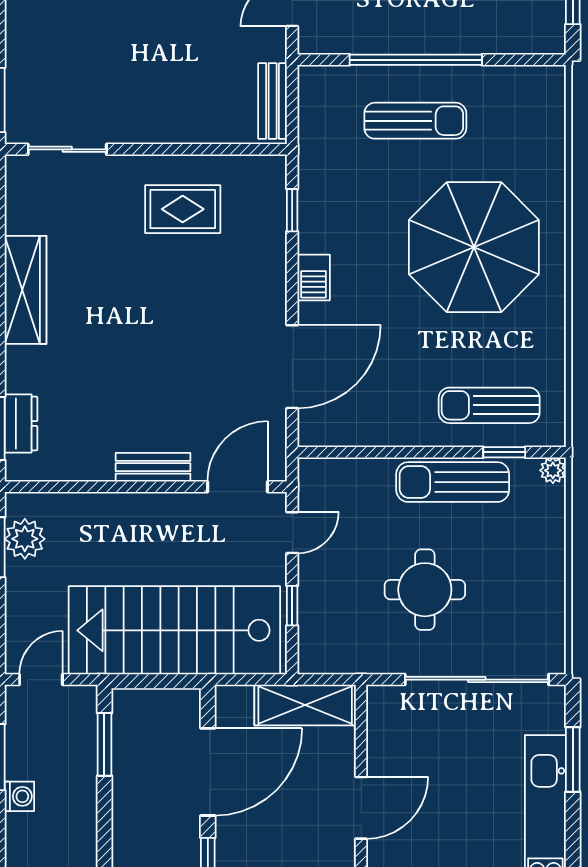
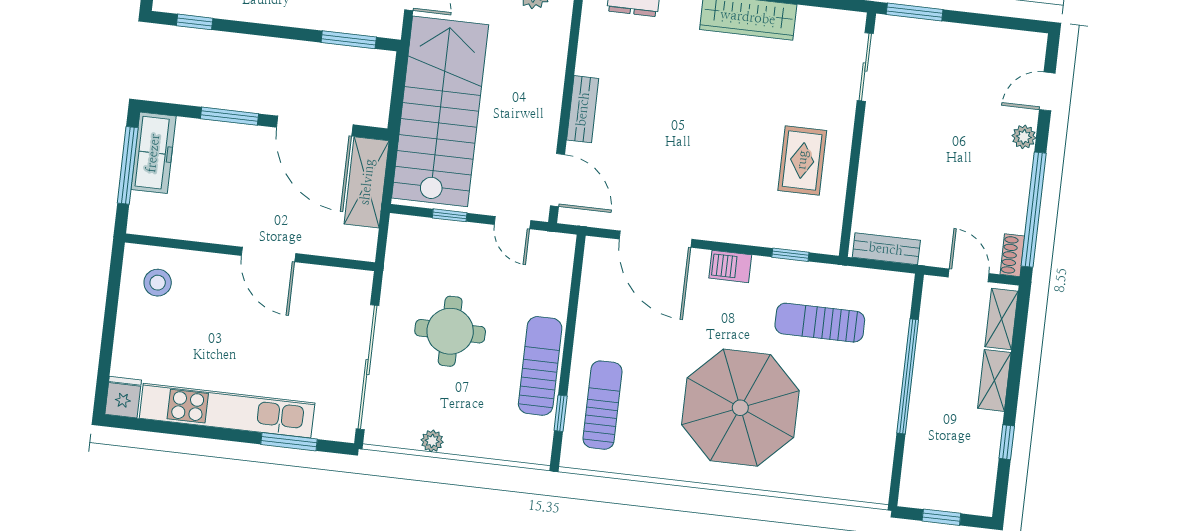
sun lounger: (415, 121) -> (820, 323), moved, turned 90
plant: (553, 470) -> (432, 441), moved
shelving: (305, 705) -> (367, 182), moved

